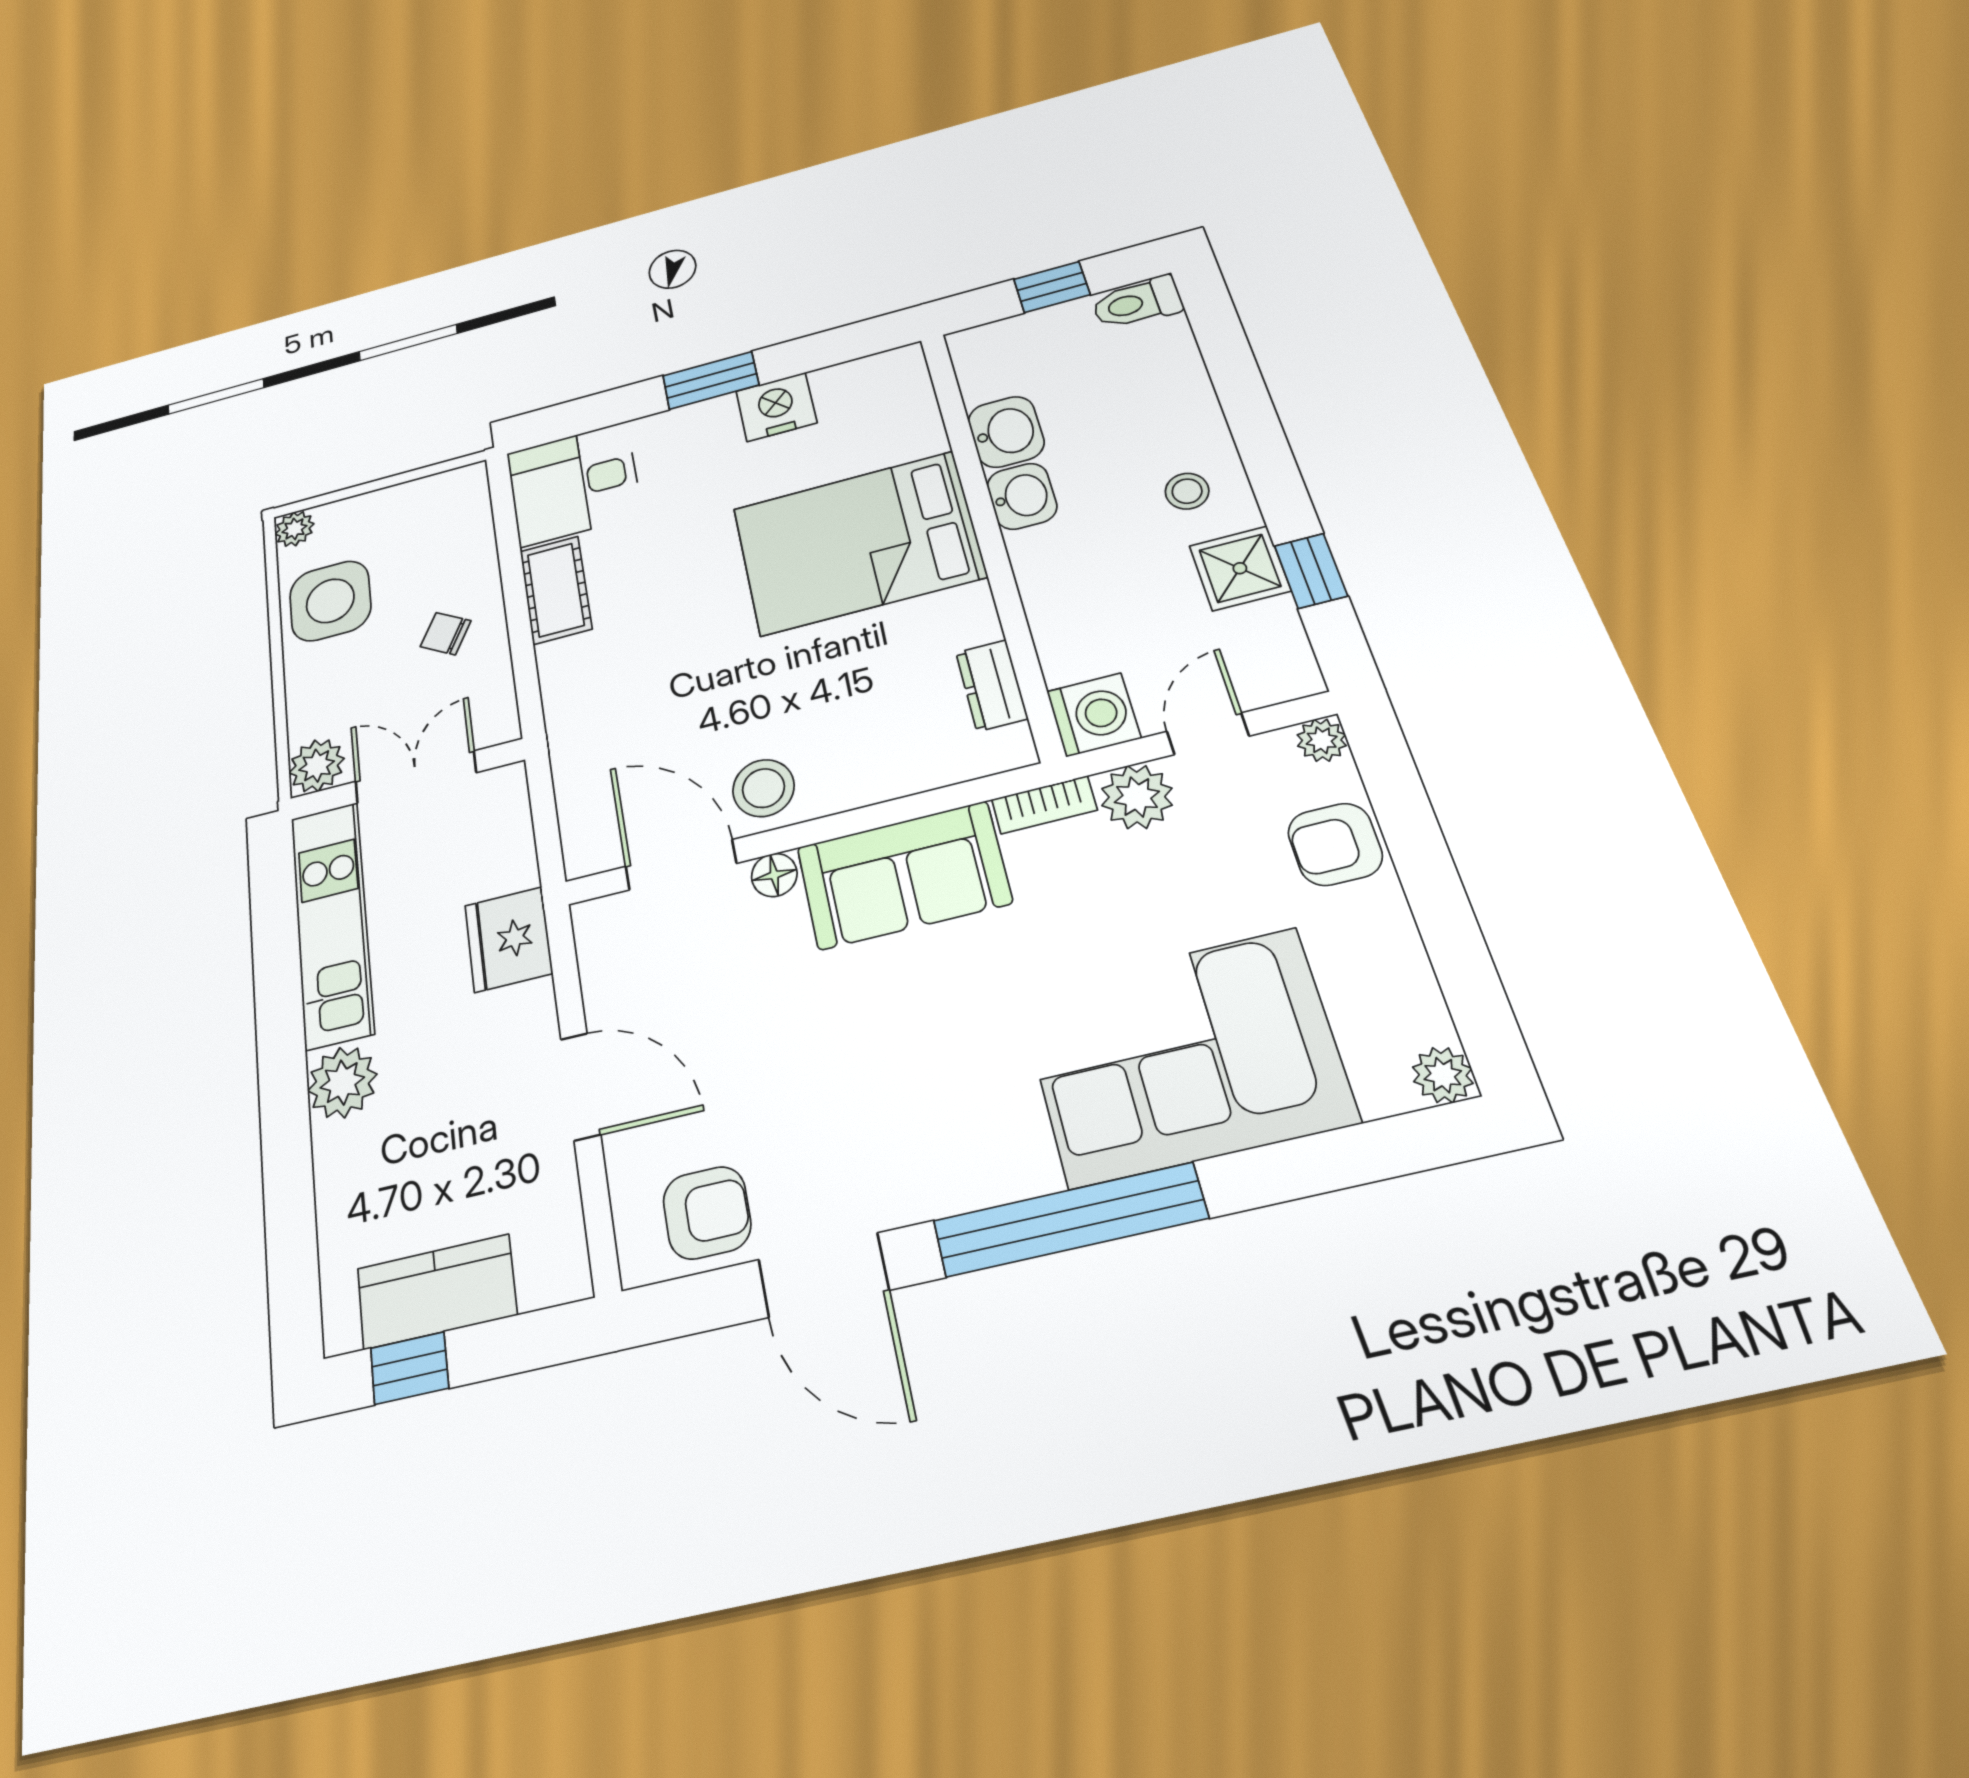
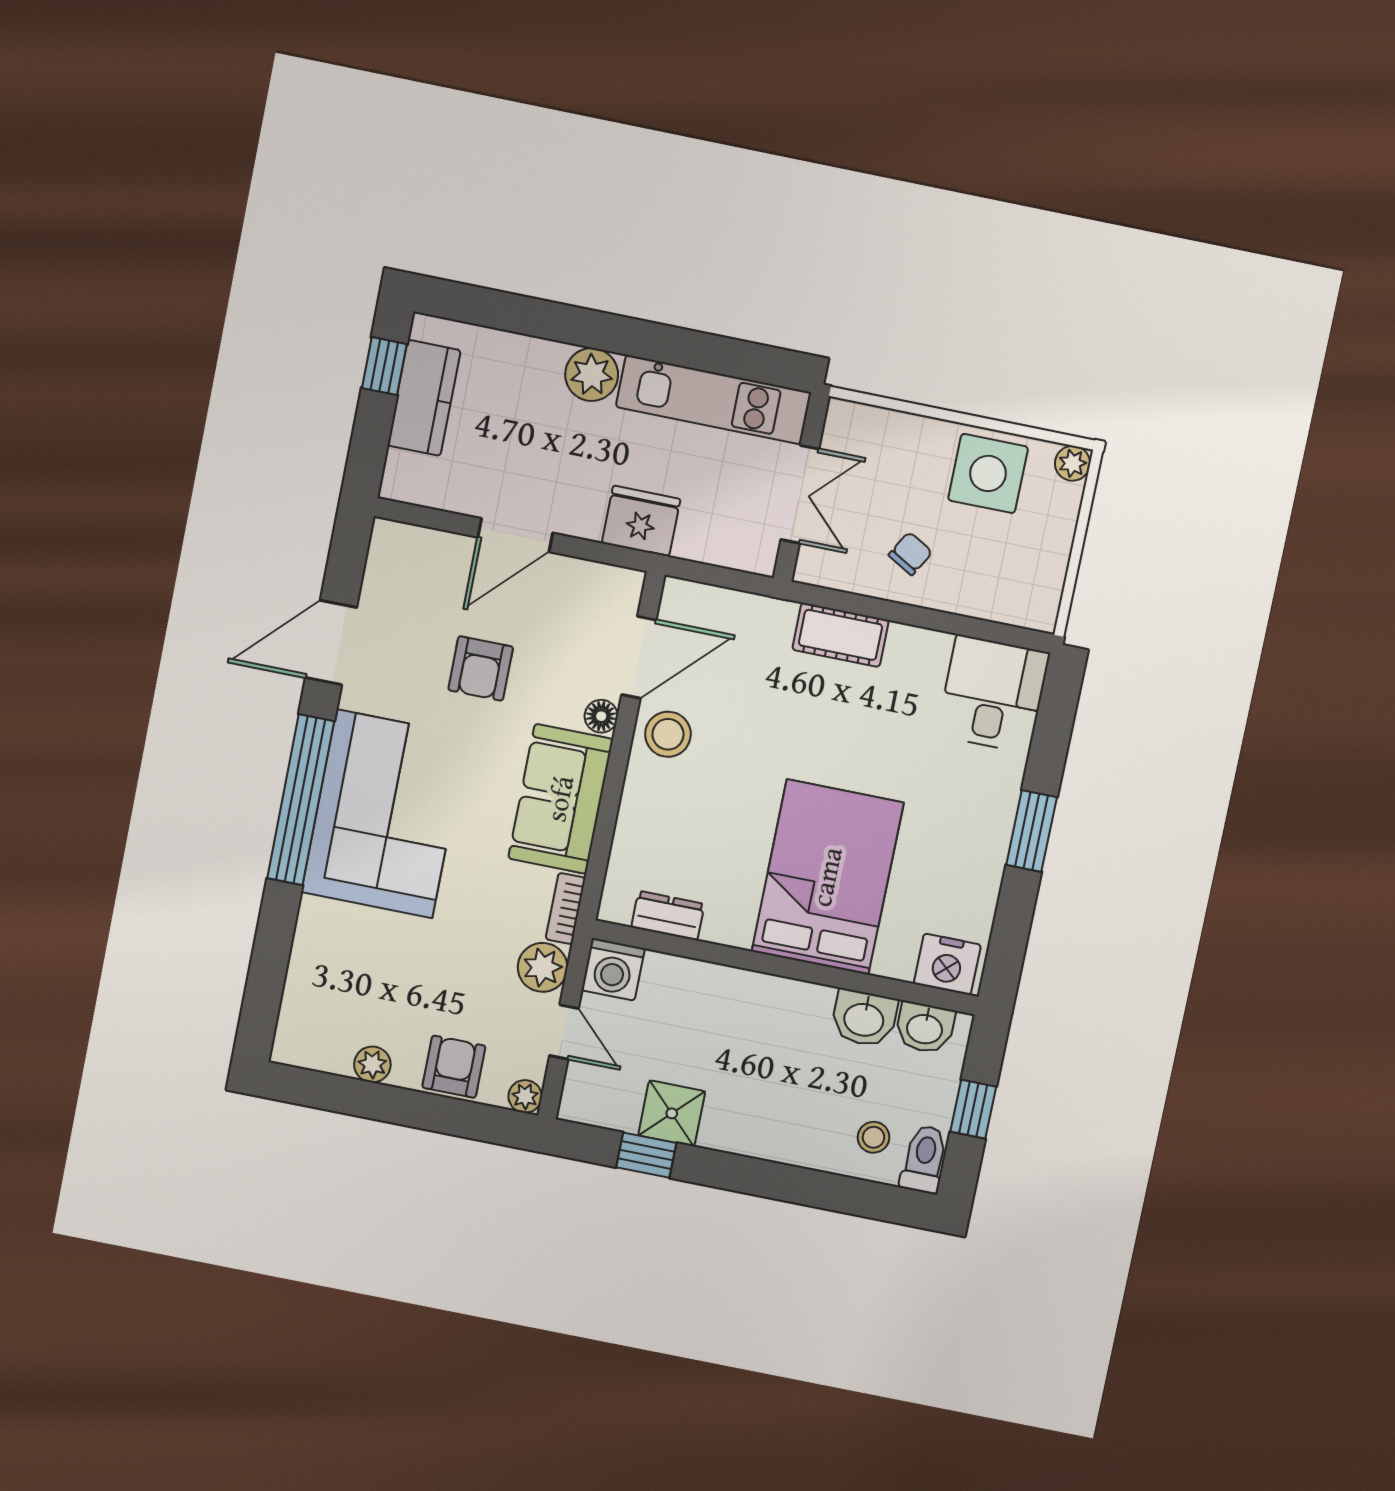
nightstand: (776, 407) -> (947, 964), moved, turned 90
stool: (1187, 491) -> (874, 1137), moved
washbasin: (1022, 496) -> (925, 1028), moved
cot: (556, 590) -> (840, 635), moved
plant: (317, 766) -> (847, 423), removed
corner sofa: (1185, 1056) -> (384, 814), moved
plant: (1443, 1075) -> (372, 1064), moved
armchair: (707, 1213) -> (481, 668), moved

